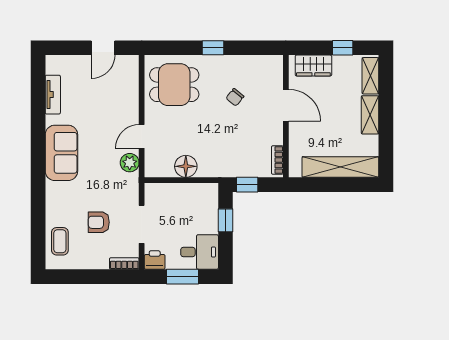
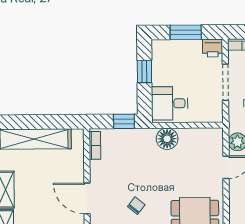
floor lamp: (186, 166) -> (167, 139), moved
window: (225, 220) -> (144, 71), moved
desk: (200, 252) -> (170, 103), moved

